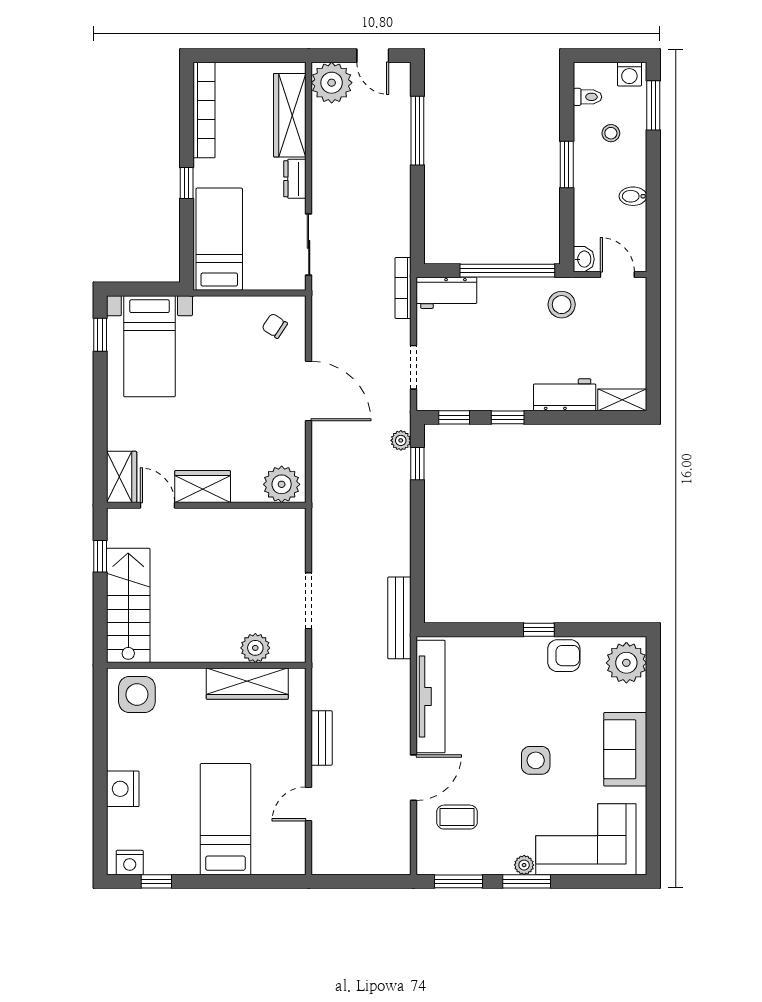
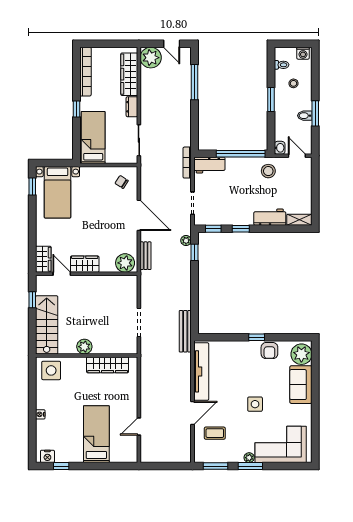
window: (653, 105) -> (315, 113), moved
plant: (255, 648) -> (84, 347), moved
armchair: (564, 656) -> (269, 351), turned 90
bench: (322, 738) -> (146, 256), moved
sofa: (625, 749) -> (301, 385), moved
nightstand: (123, 789) -> (40, 414), width x0.53, depth x0.56

